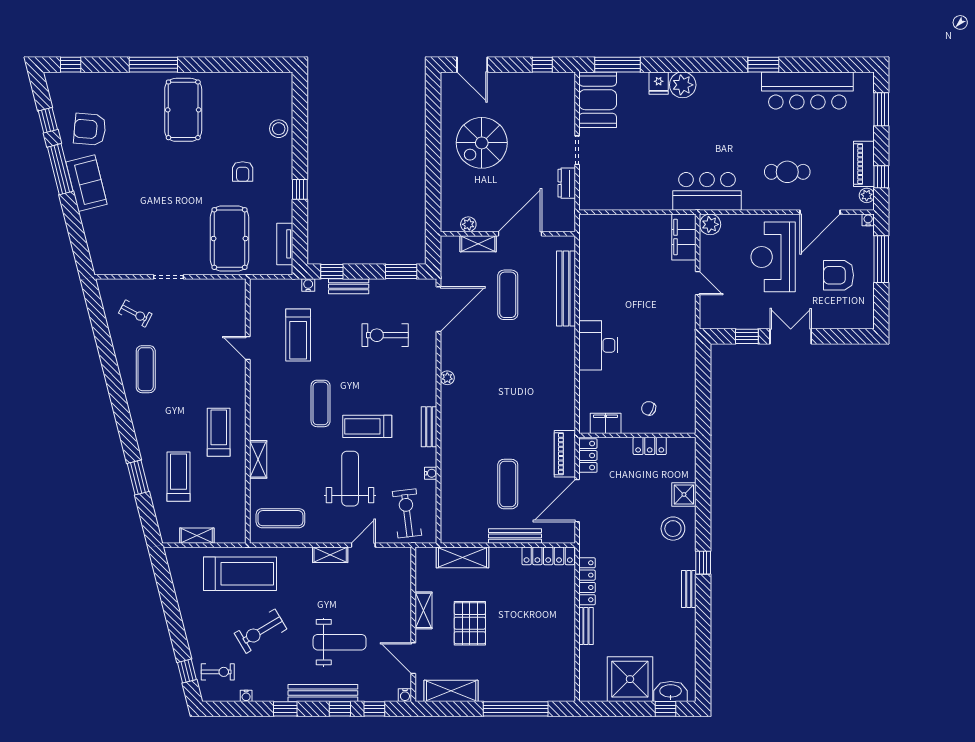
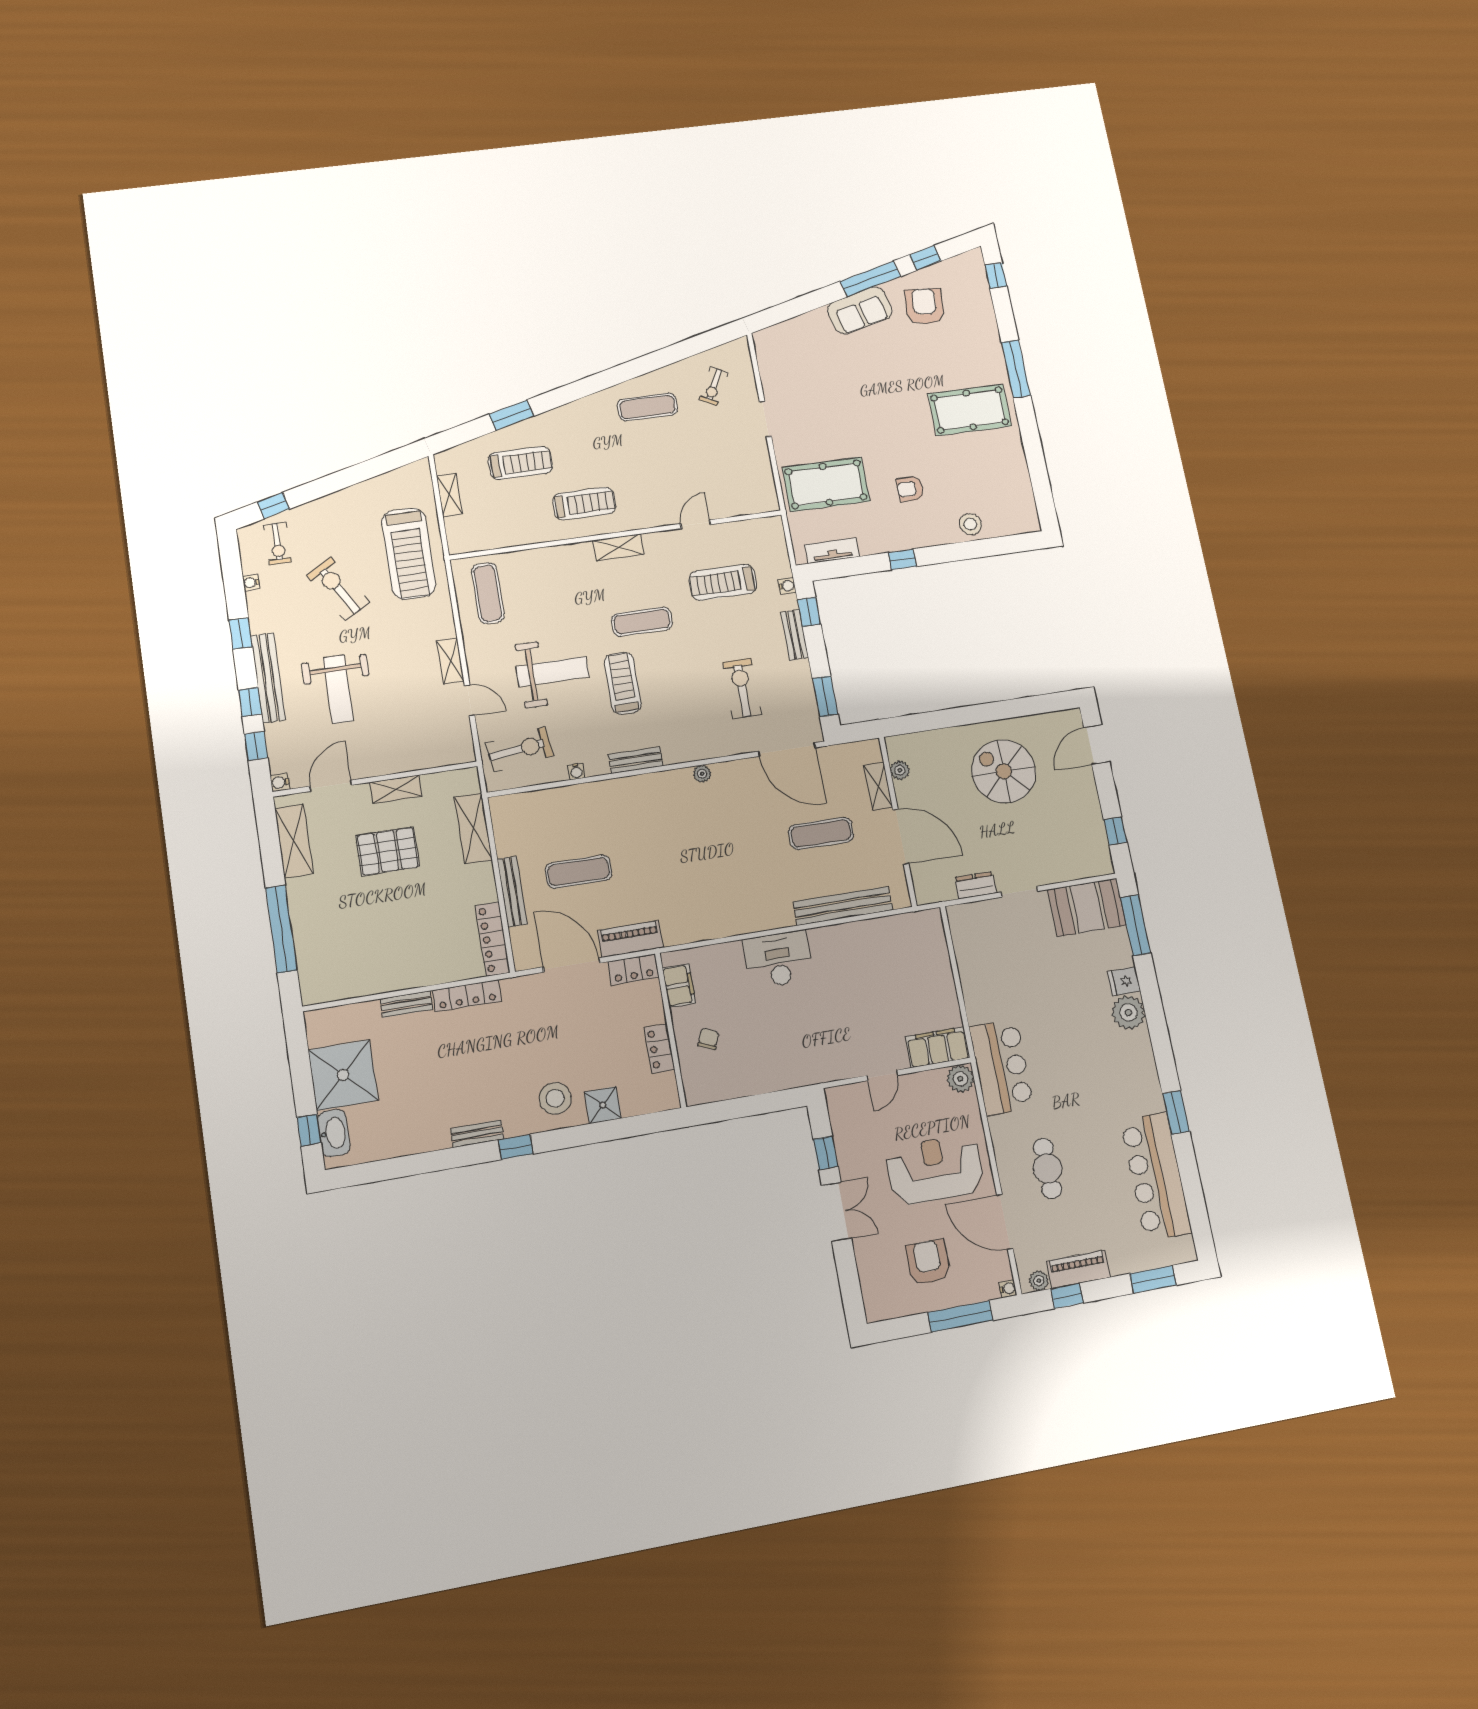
shelving: (258, 459) -> (618, 547), moved

